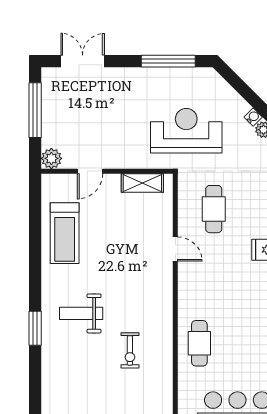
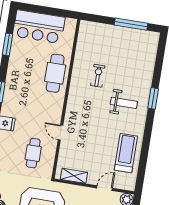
cafe table: (199, 343) -> (55, 73), width x1.37, depth x1.35

